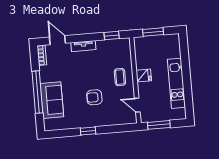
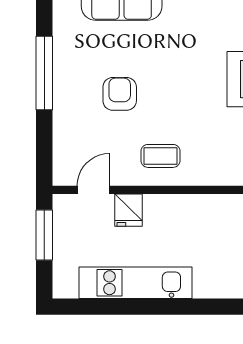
fridge: (144, 75) -> (128, 210), moved
window: (88, 131) -> (44, 73), width x2.17

